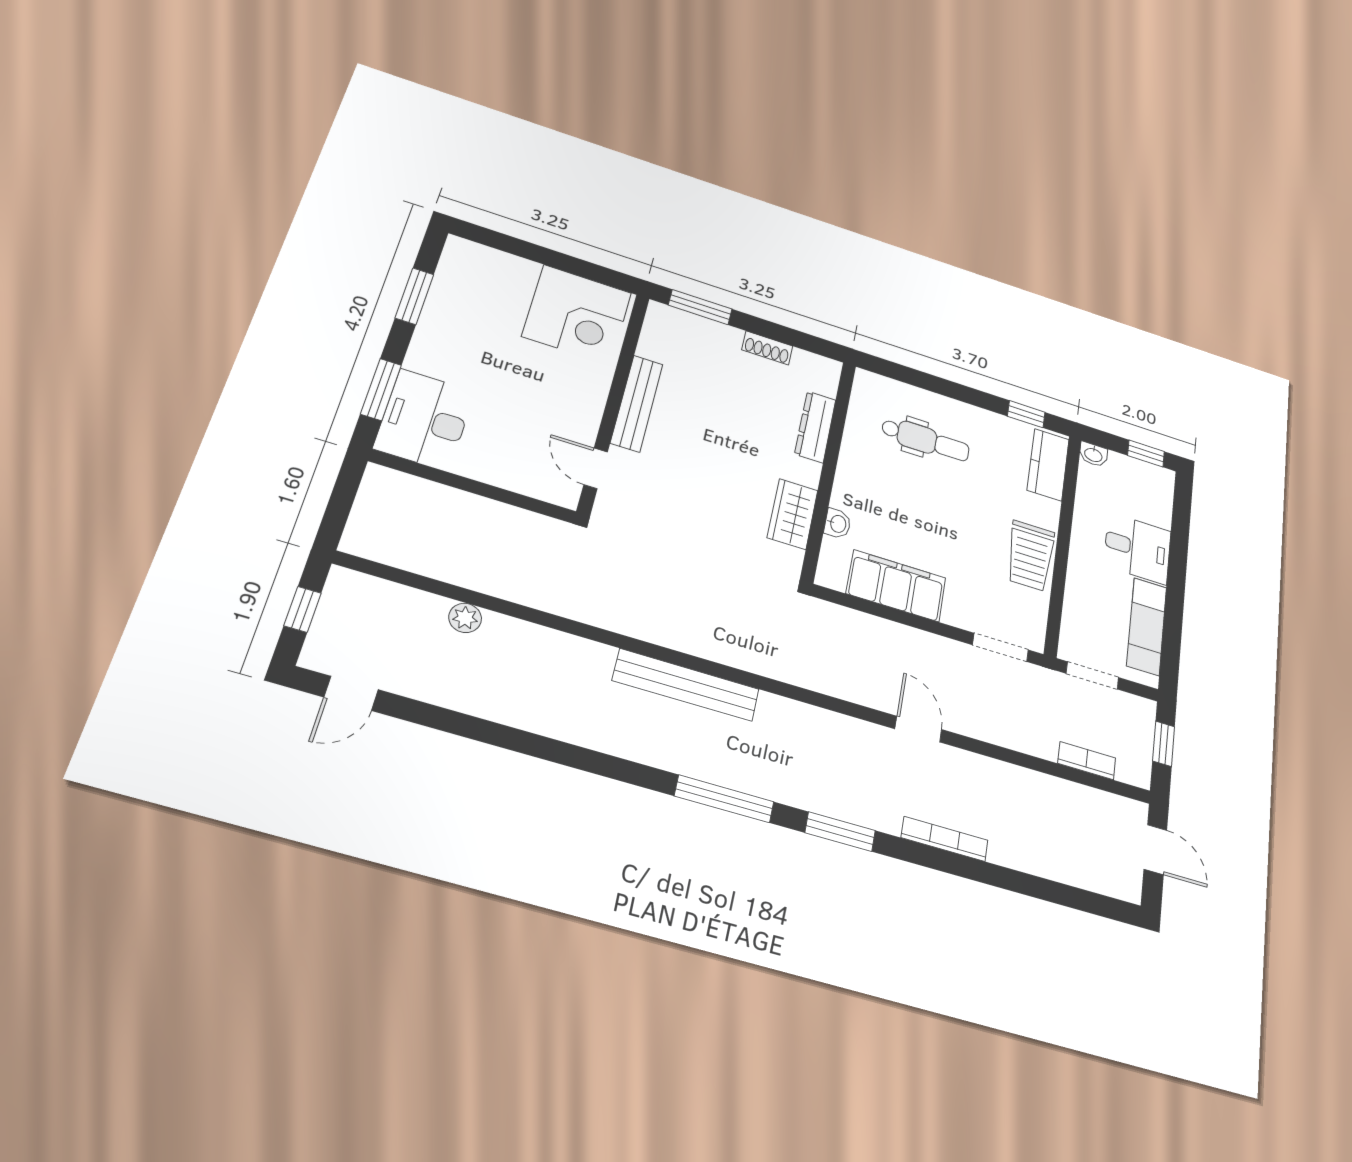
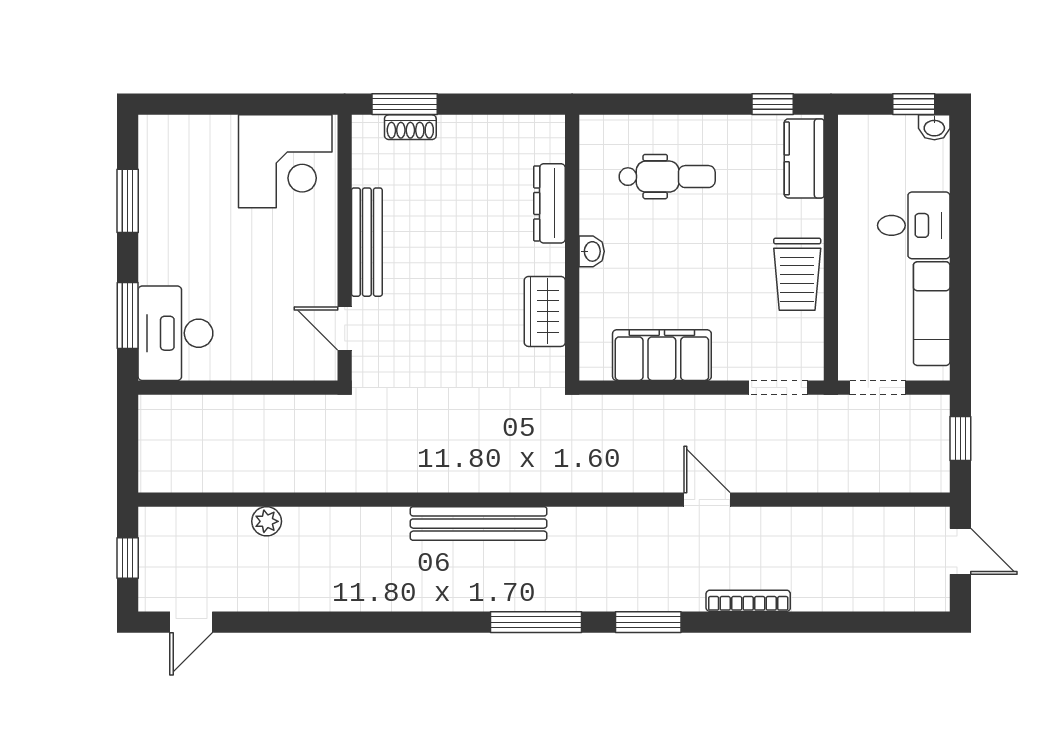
shoe rack: (767, 348) -> (410, 127), moved
washbasin: (1093, 454) -> (934, 127), moved
washbasin: (838, 524) -> (592, 251), moved
bookcase: (1087, 761) -> (881, 481), removed

